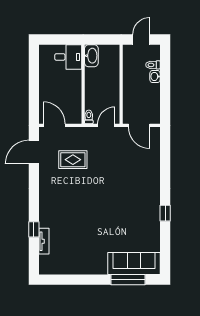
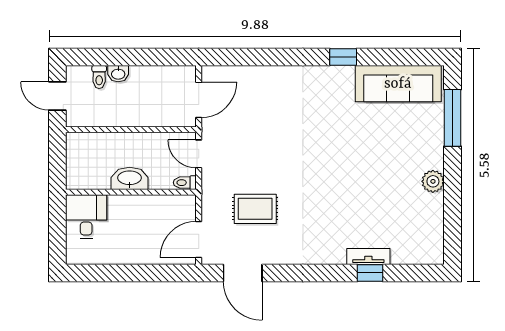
washbasin: (91, 56) -> (130, 178), moved
rug: (73, 160) -> (255, 209), turned 90
tv unit: (44, 241) -> (368, 256), moved
sofa: (134, 263) -> (398, 84), moved, turned -90
plant: (90, 268) -> (433, 181), added

